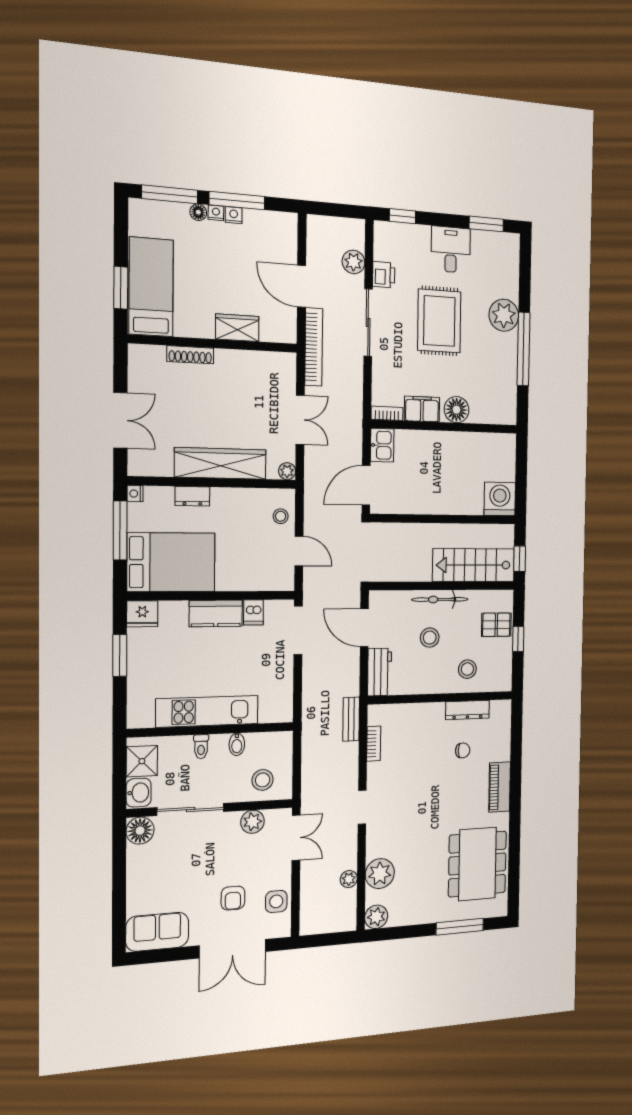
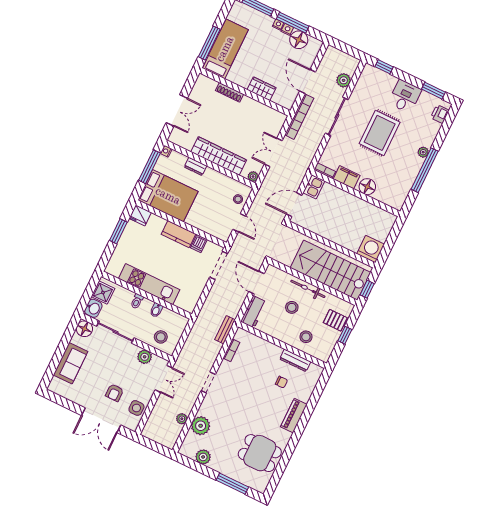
floor lamp: (198, 212) -> (299, 40), moved, width x1.89, depth x1.89
printer: (384, 275) -> (440, 114), moved, turned 180
window: (121, 288) -> (209, 43), width x1.44
plant: (504, 315) -> (423, 152), width x0.53, depth x0.53
double door: (300, 420) -> (273, 152), swing flipped
stairs: (474, 565) -> (331, 270), width x1.36, depth x1.51
dining table: (477, 864) -> (260, 453), width x0.73
plant: (376, 917) -> (203, 457), moved
sofa: (157, 932) -> (71, 363), moved, turned 90

